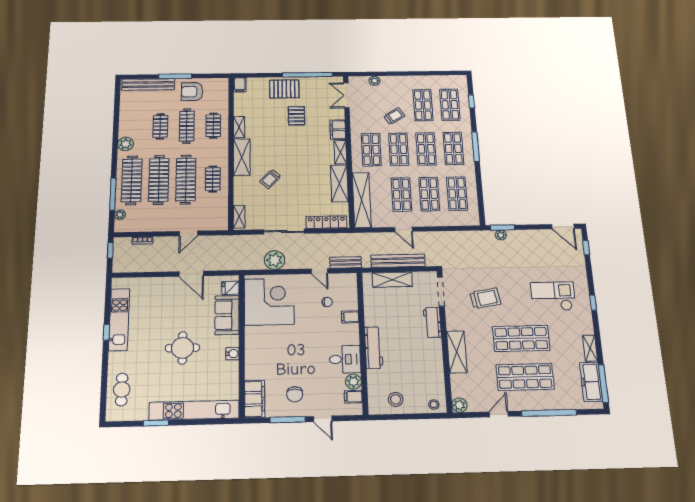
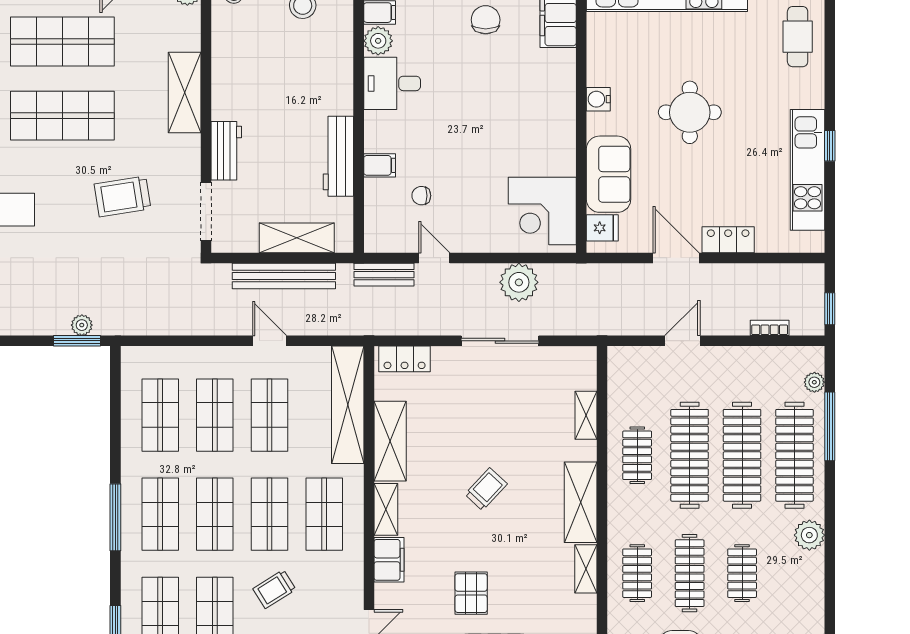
trolley: (270, 179) -> (486, 489), moved
shelving: (239, 217) -> (586, 415), moved
locker: (326, 222) -> (405, 359), width x0.66
locker: (163, 283) -> (728, 240), added
corner desk: (269, 302) -> (542, 211), width x0.74, depth x0.74
workbench: (374, 348) -> (338, 156), moved

